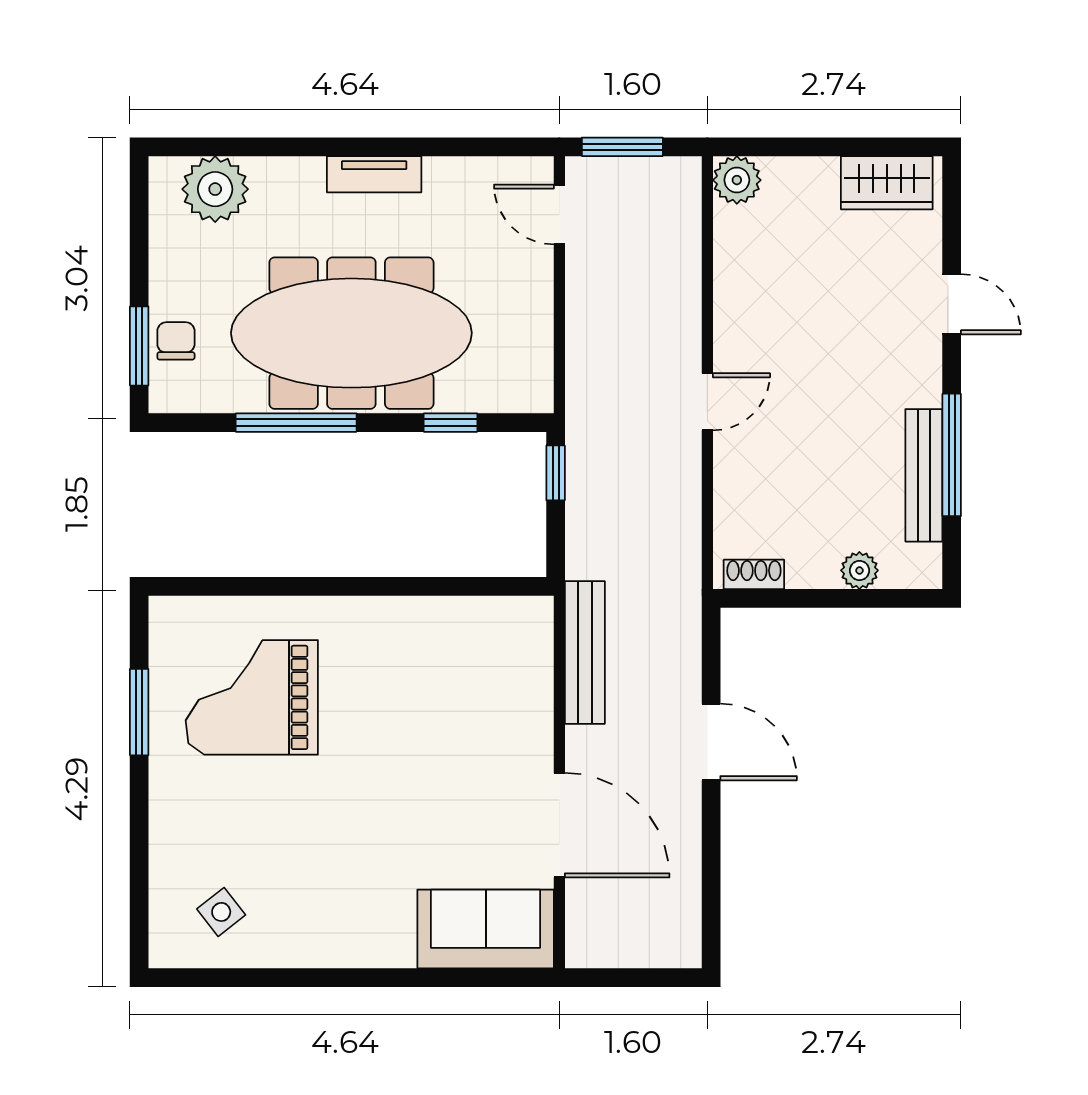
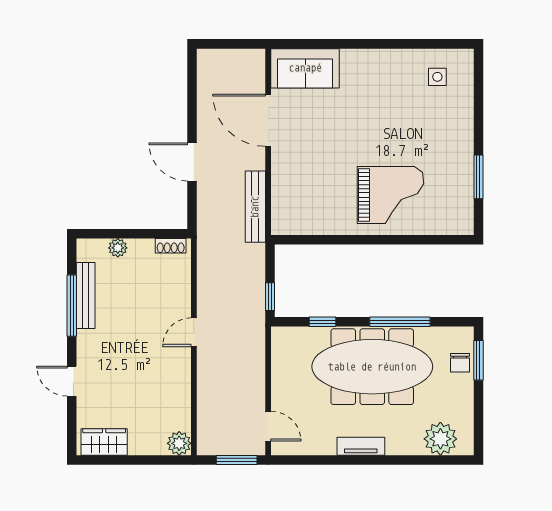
grand piano: (252, 697) -> (391, 195), moved
side table: (221, 912) -> (437, 77), turned 38

